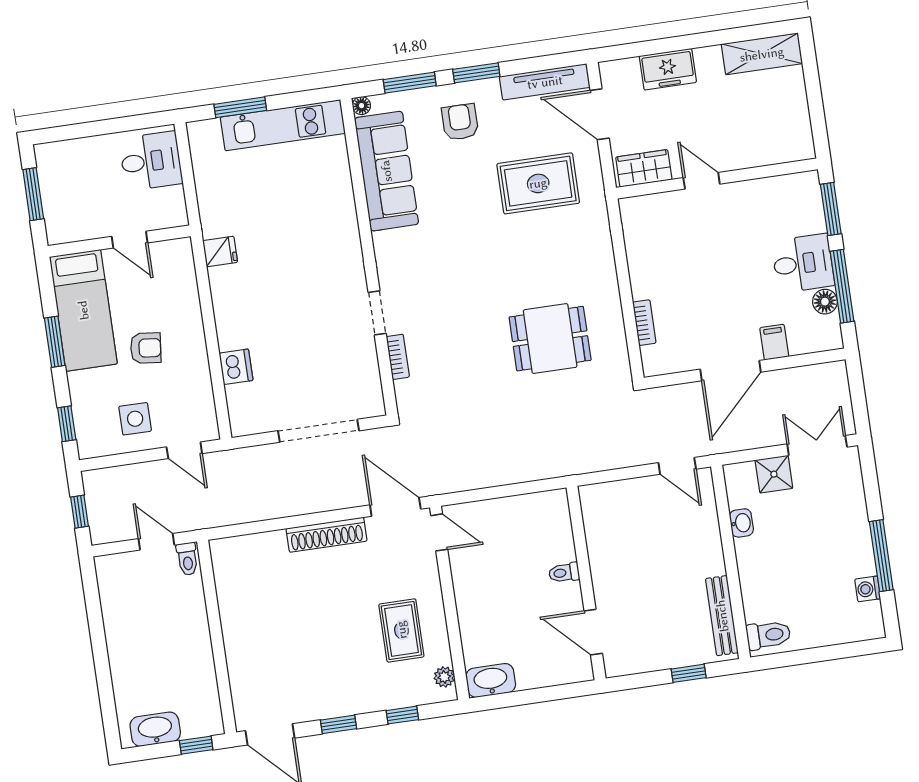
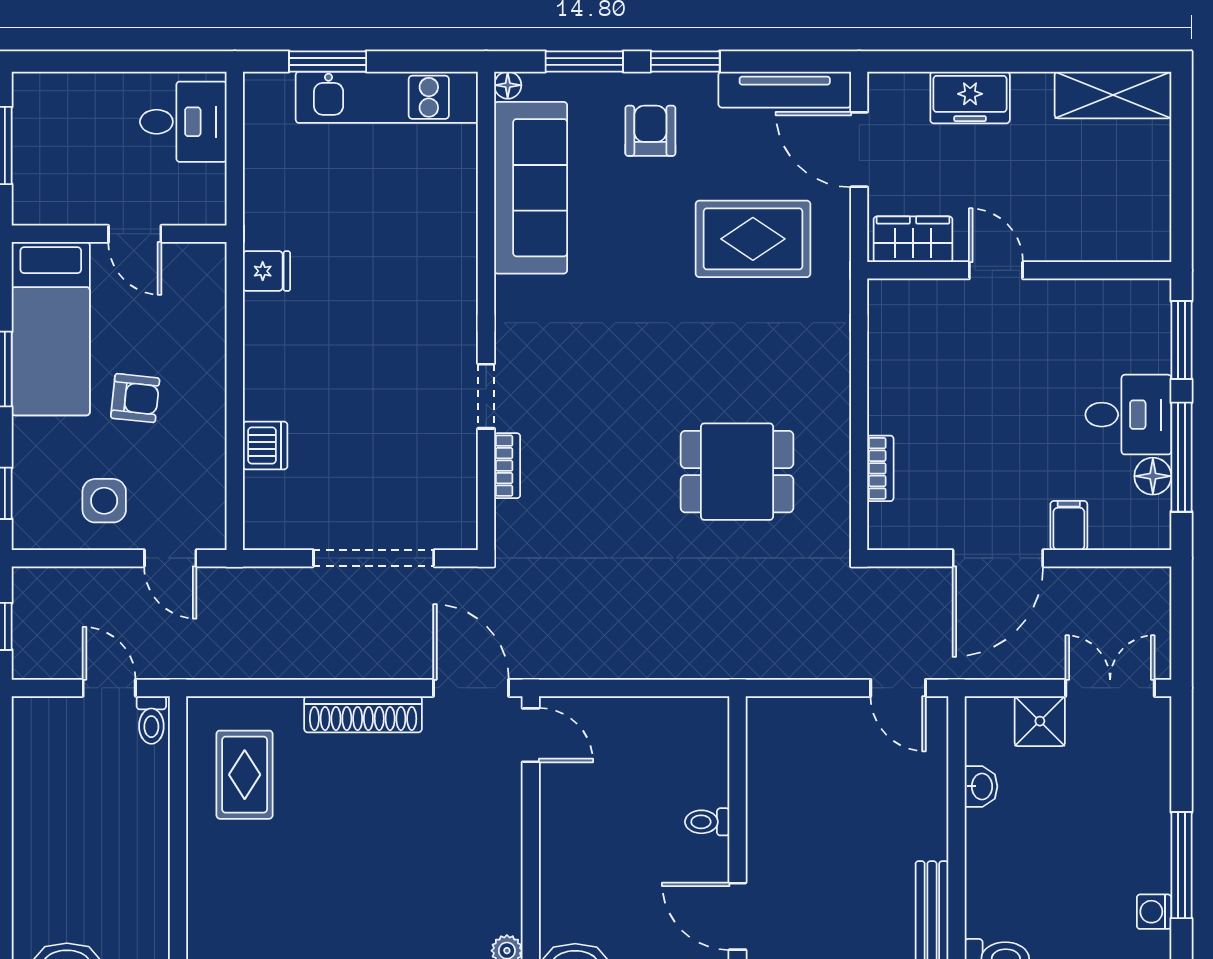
rug: (401, 630) -> (245, 775), moved

